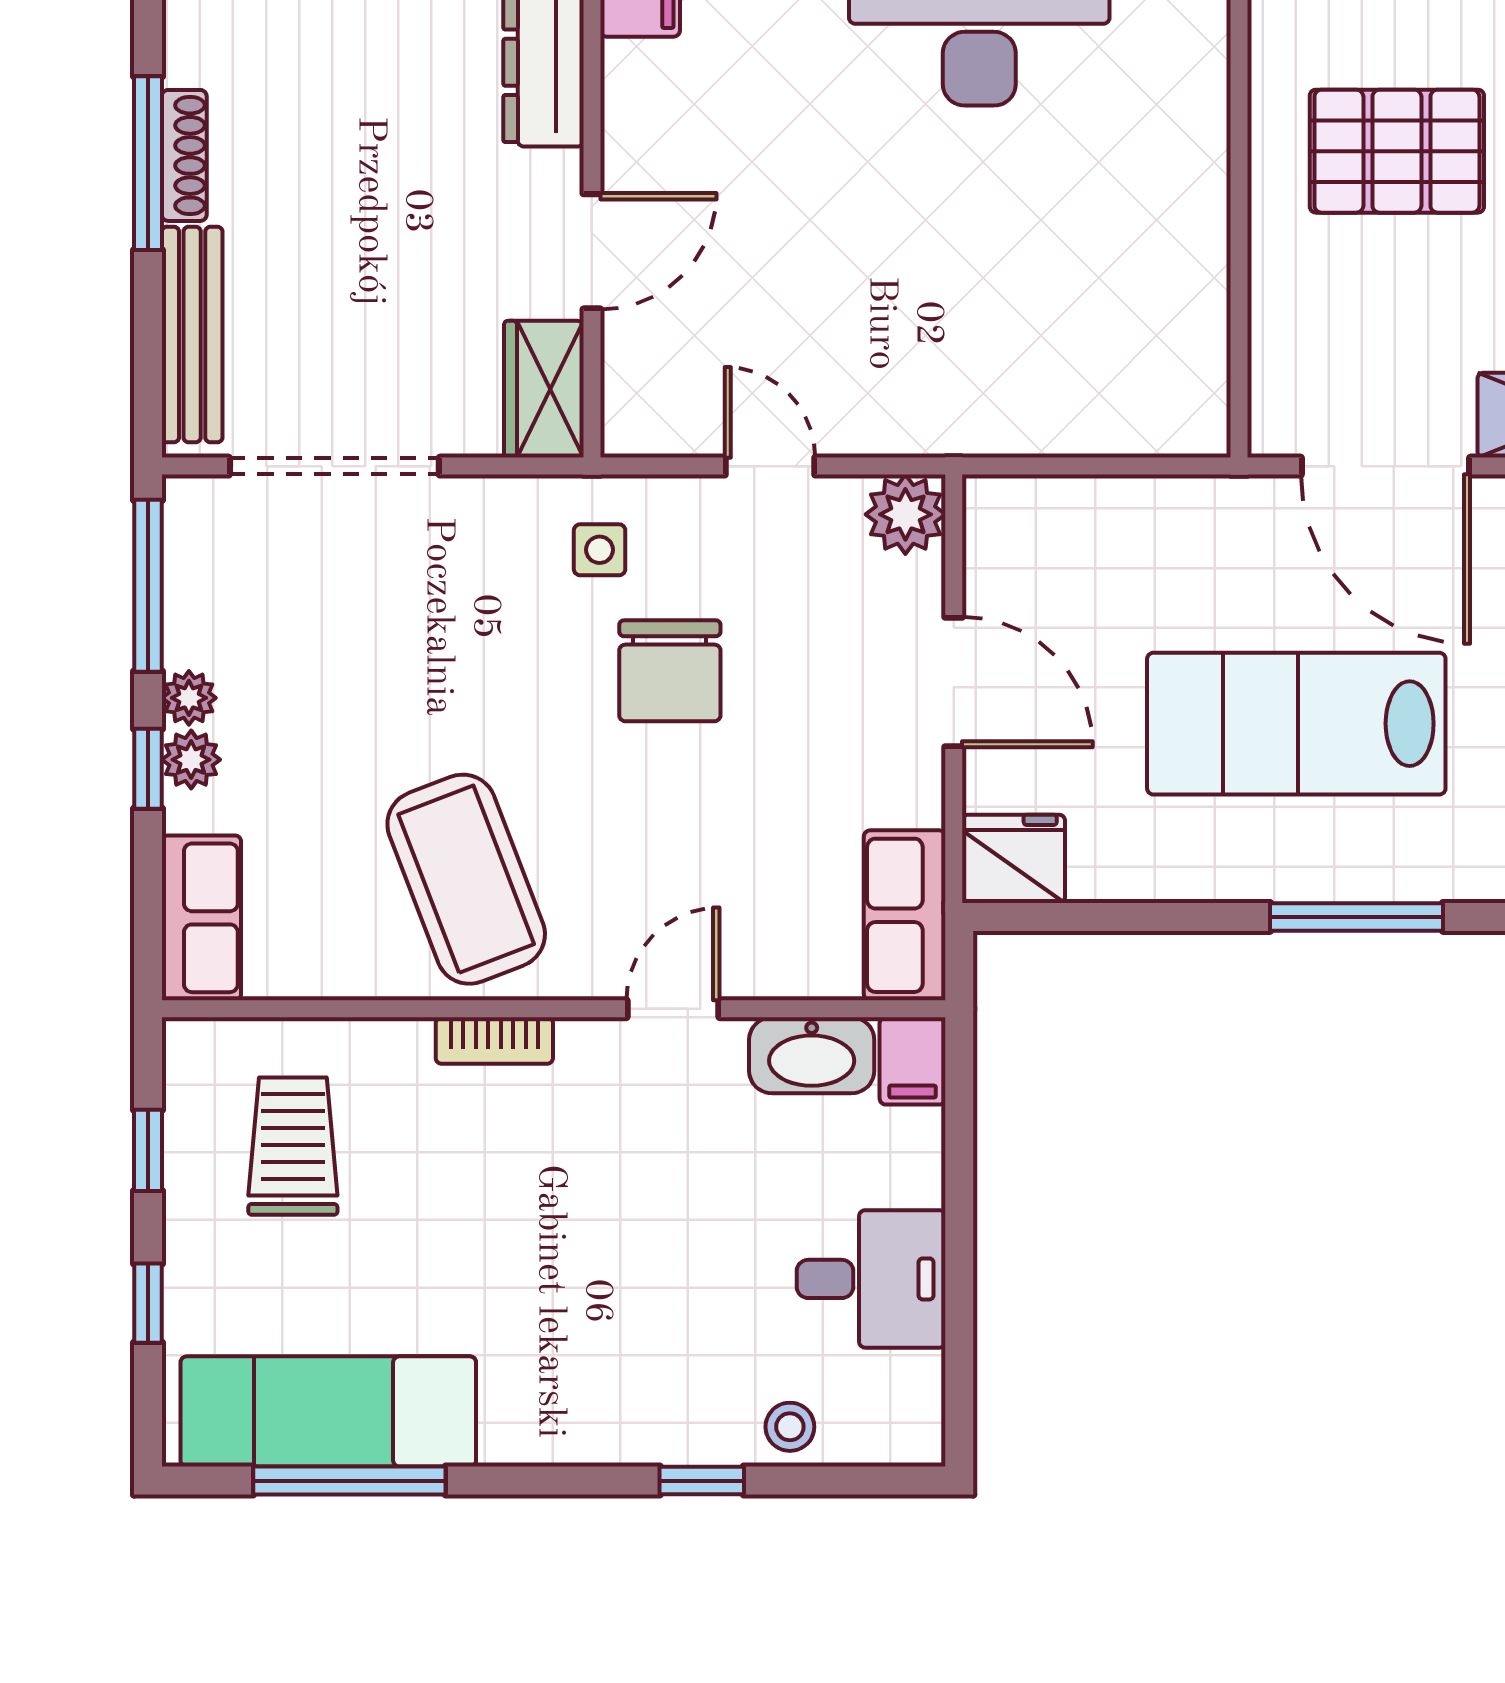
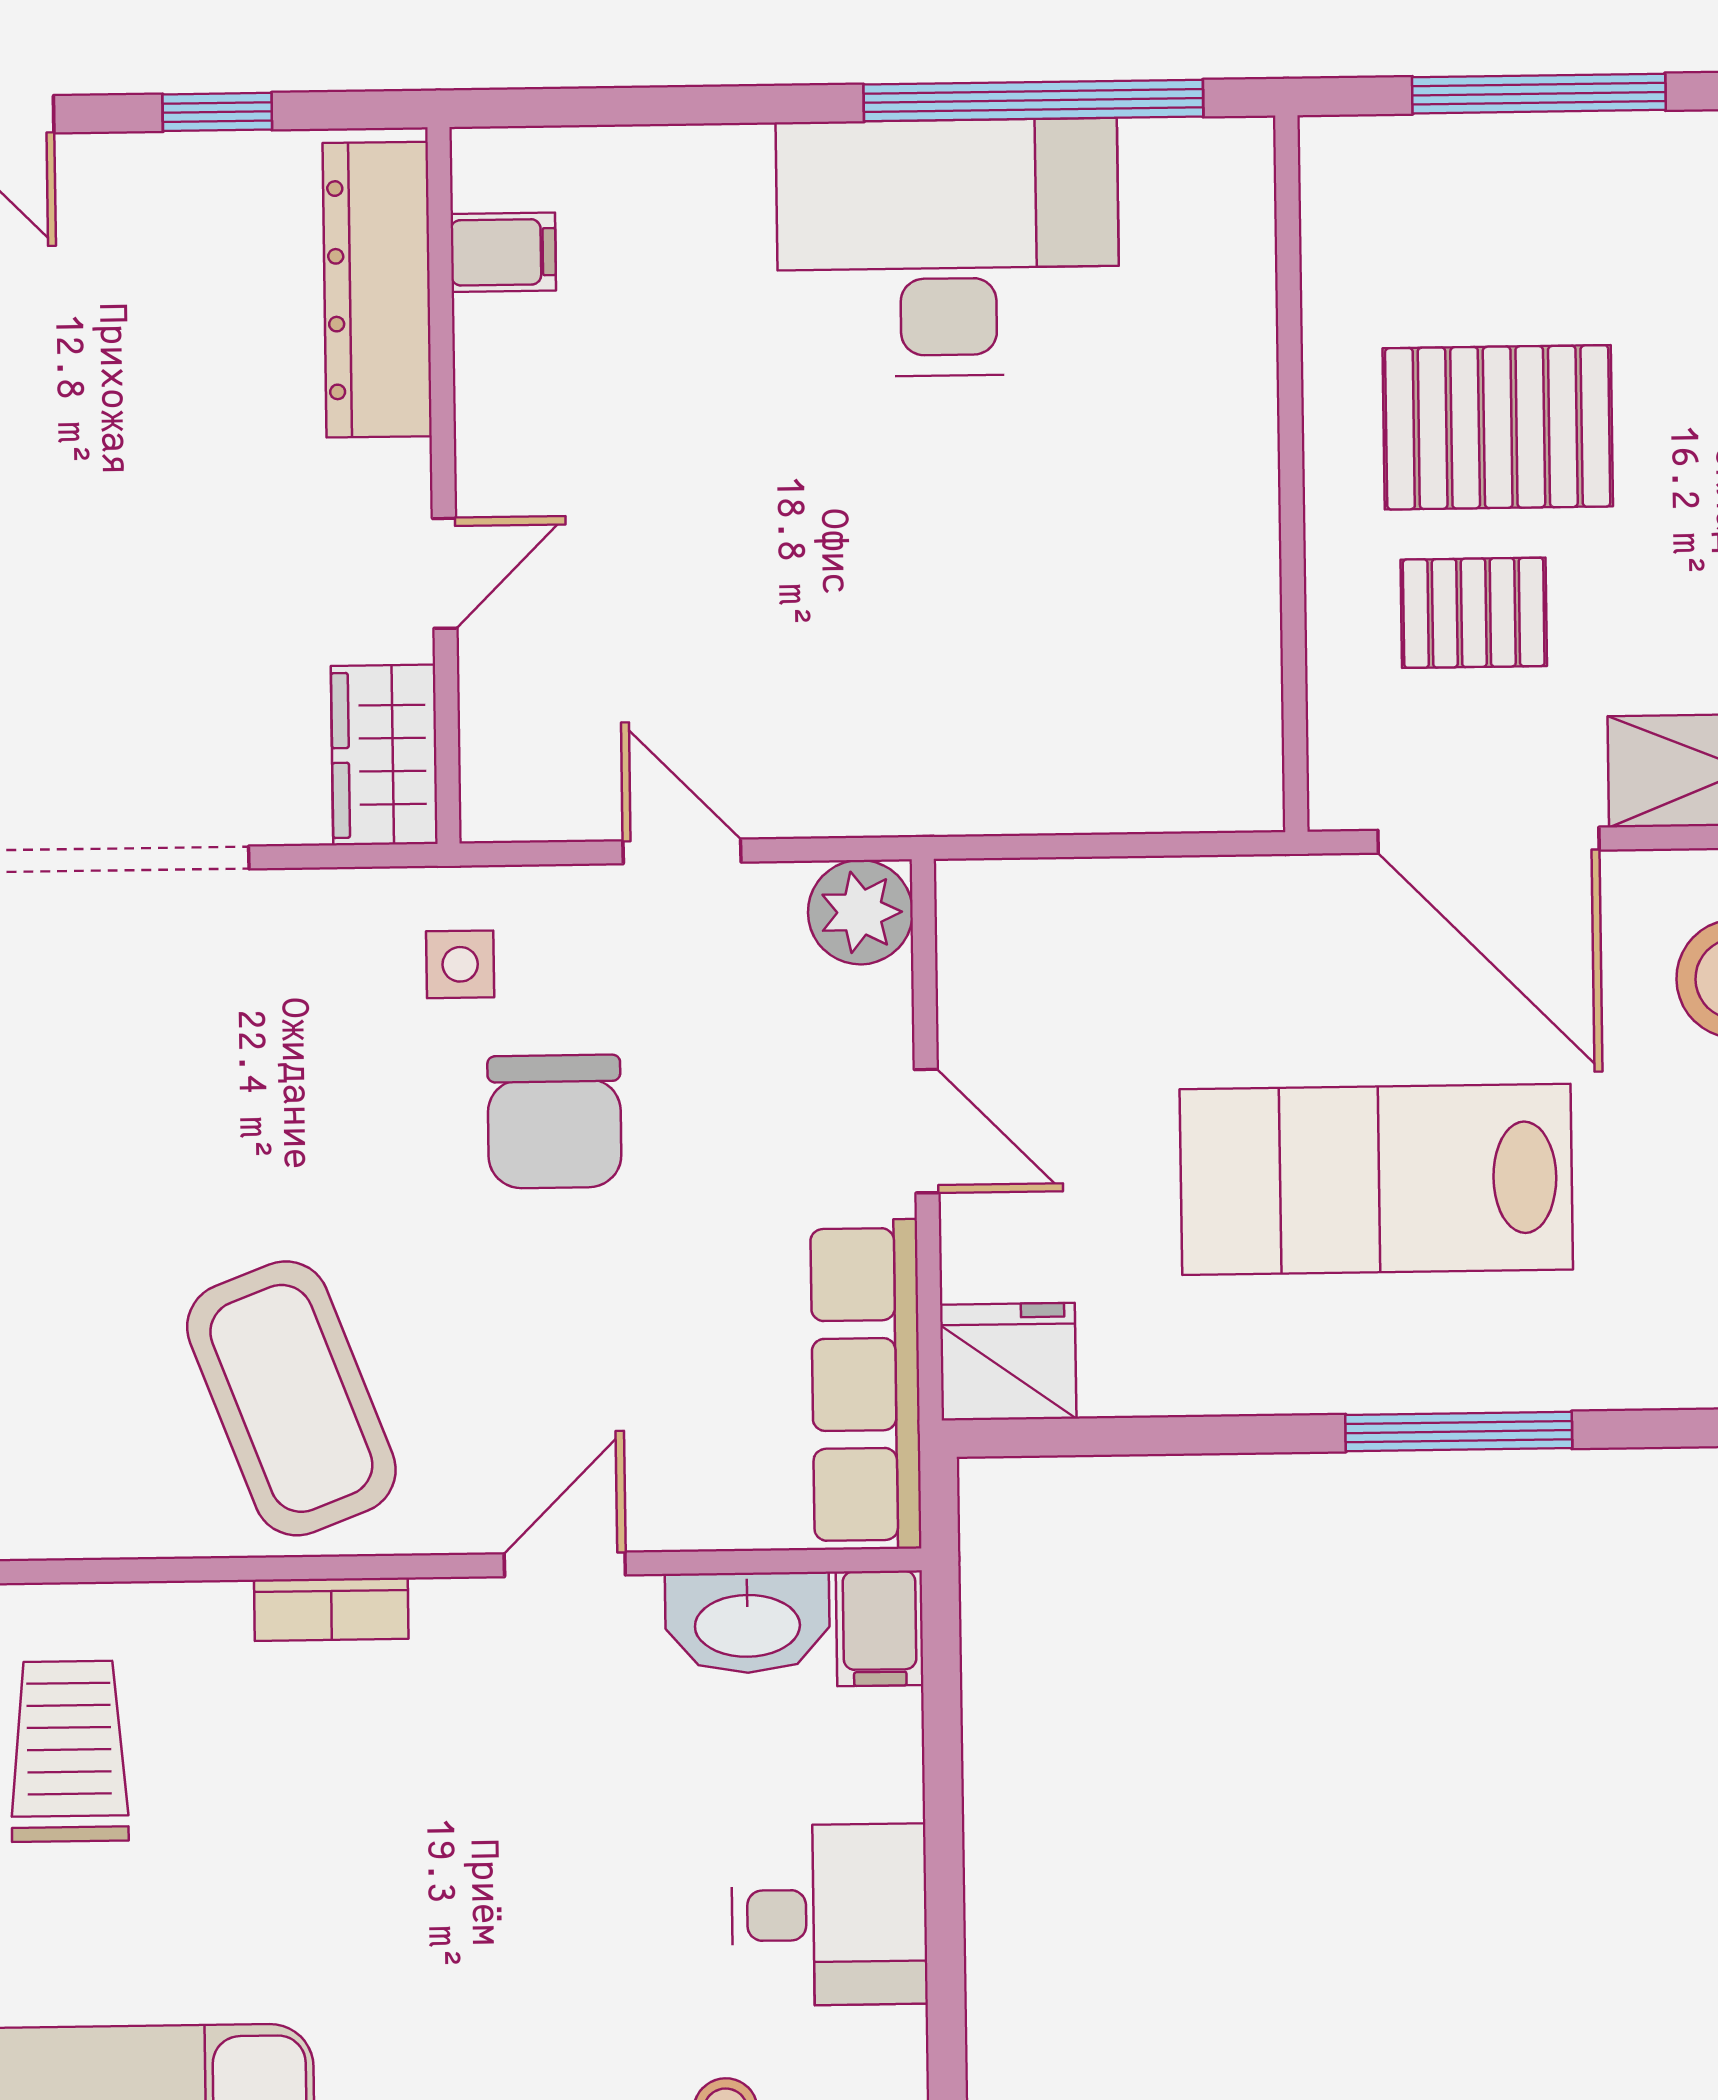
door: (592, 251) -> (445, 573), width x0.73
pallet: (1377, 292) -> (1474, 613), added
door: (954, 682) -> (927, 1131), width x0.73
row of seats: (905, 915) -> (866, 1384), width x1.48

